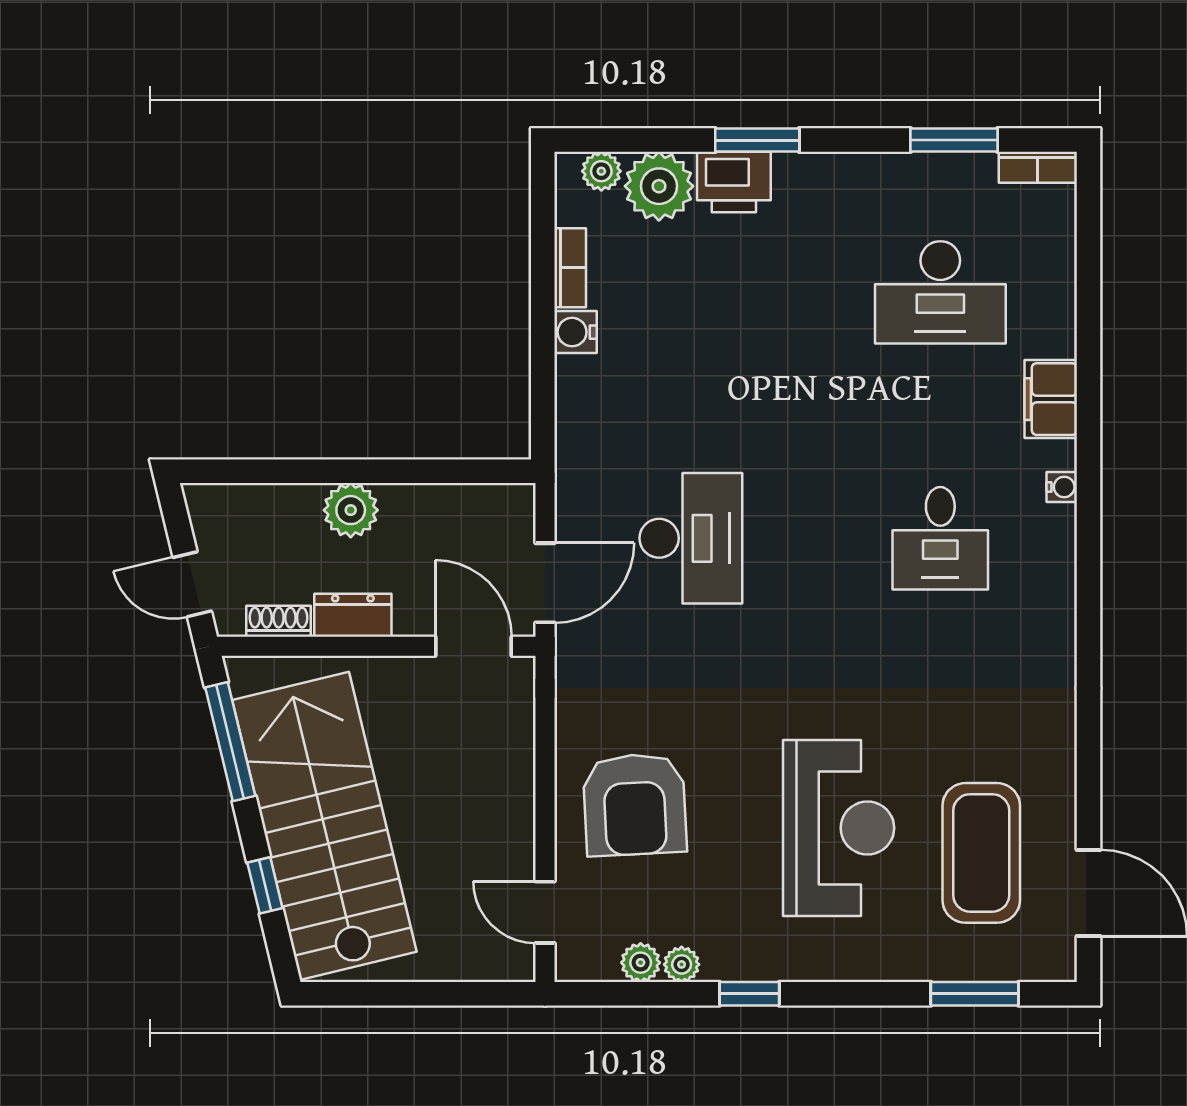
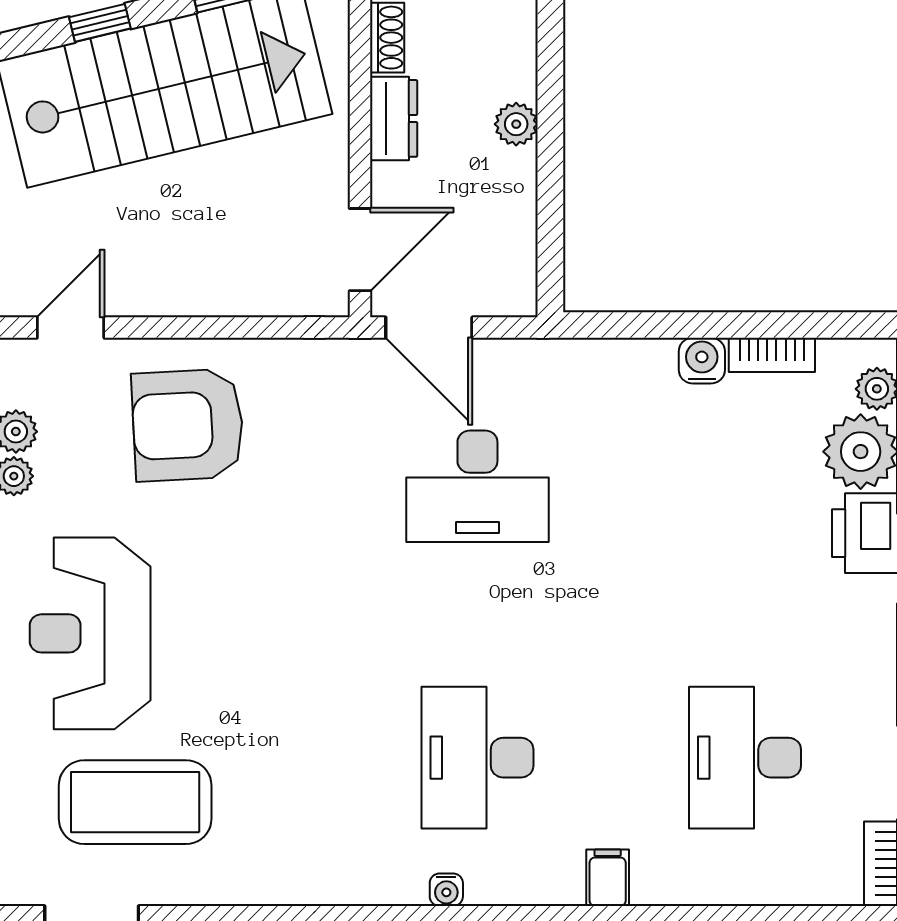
filing cabinet: (1051, 399) -> (608, 878), width x0.50
water cooler: (1062, 487) -> (446, 890), moved
plant: (351, 510) -> (516, 124), width x0.73, depth x0.73
desk: (940, 538) -> (477, 758), width x1.37
reception desk: (839, 828) -> (90, 633), moved, turned 90

